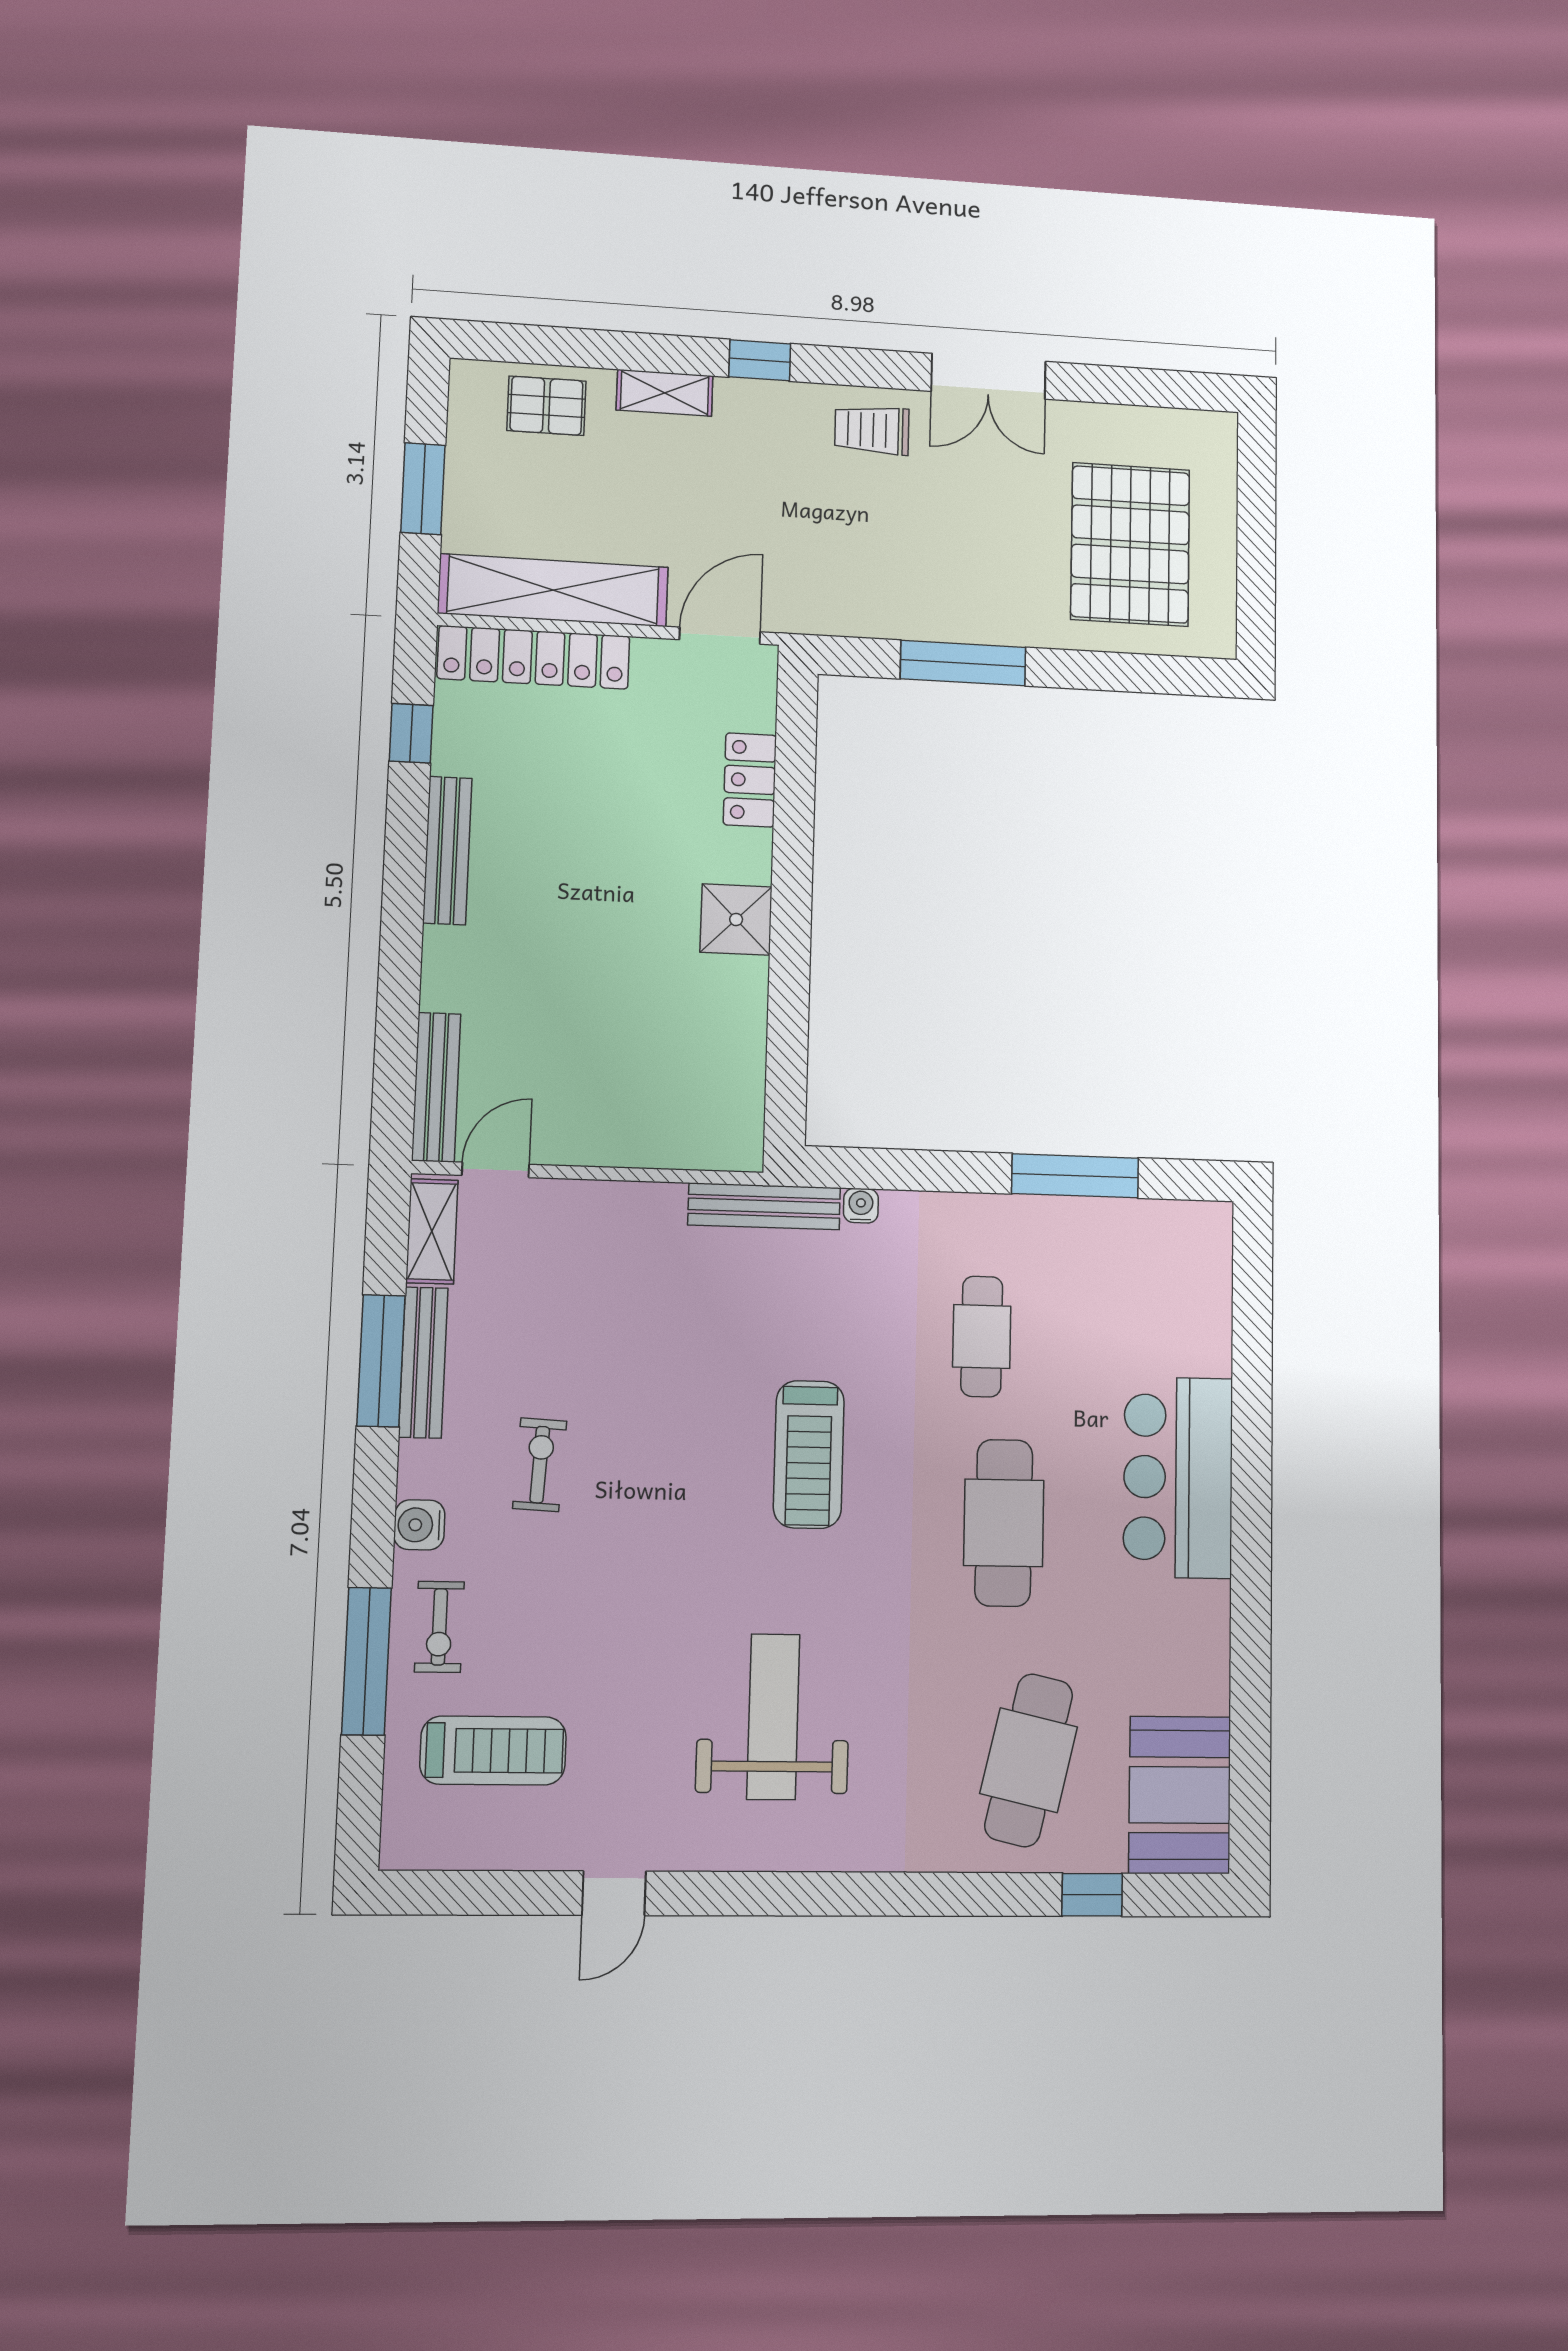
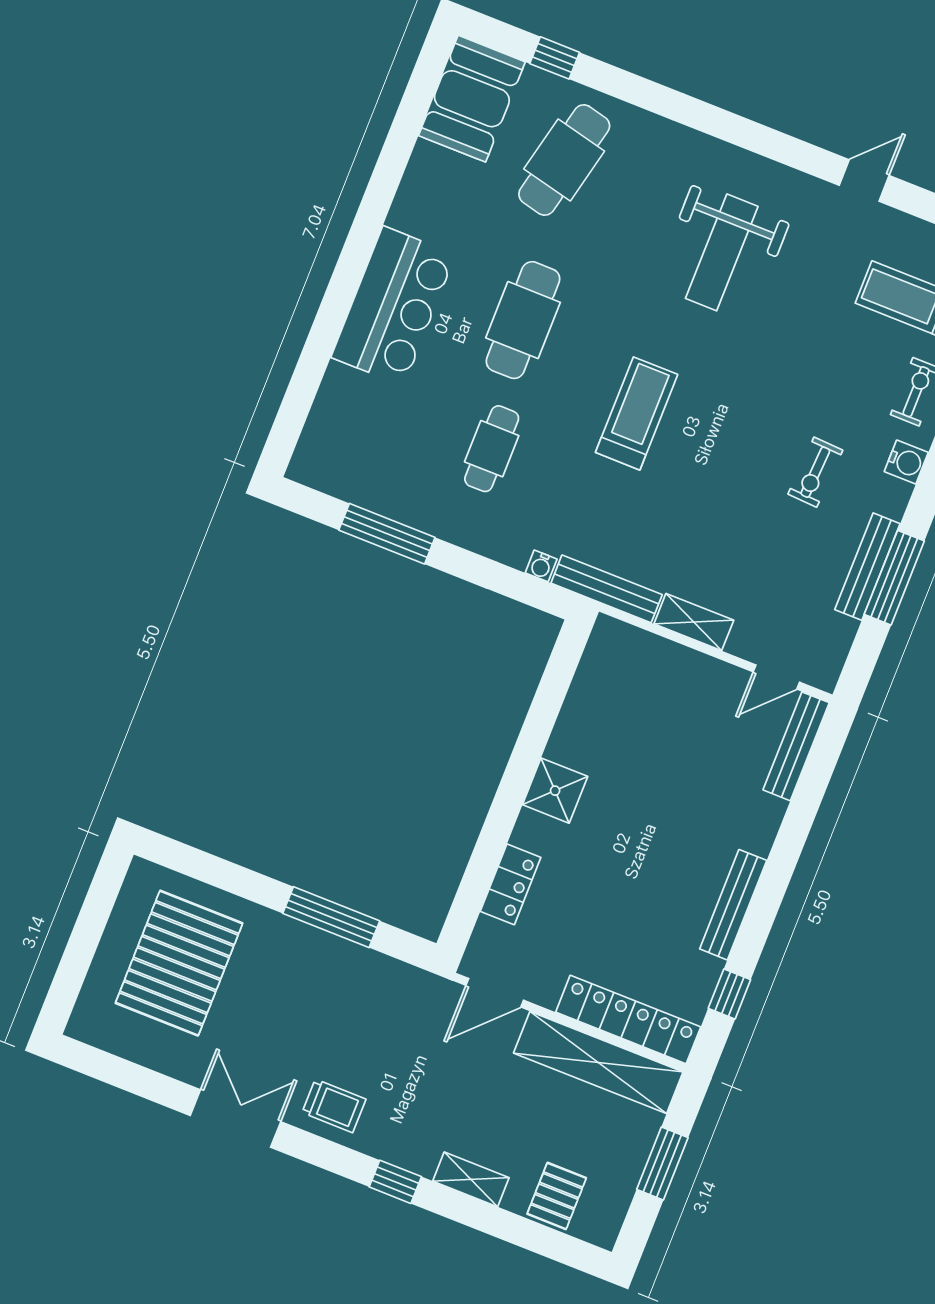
pallet: (546, 406) -> (557, 1196), turned 90
shelving: (432, 1231) -> (694, 622), moved, turned 90

